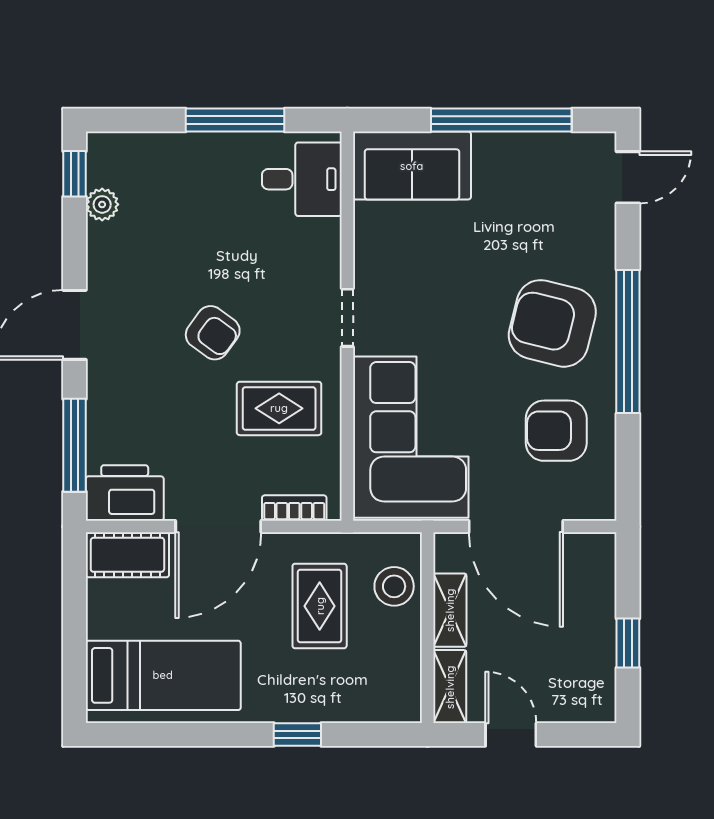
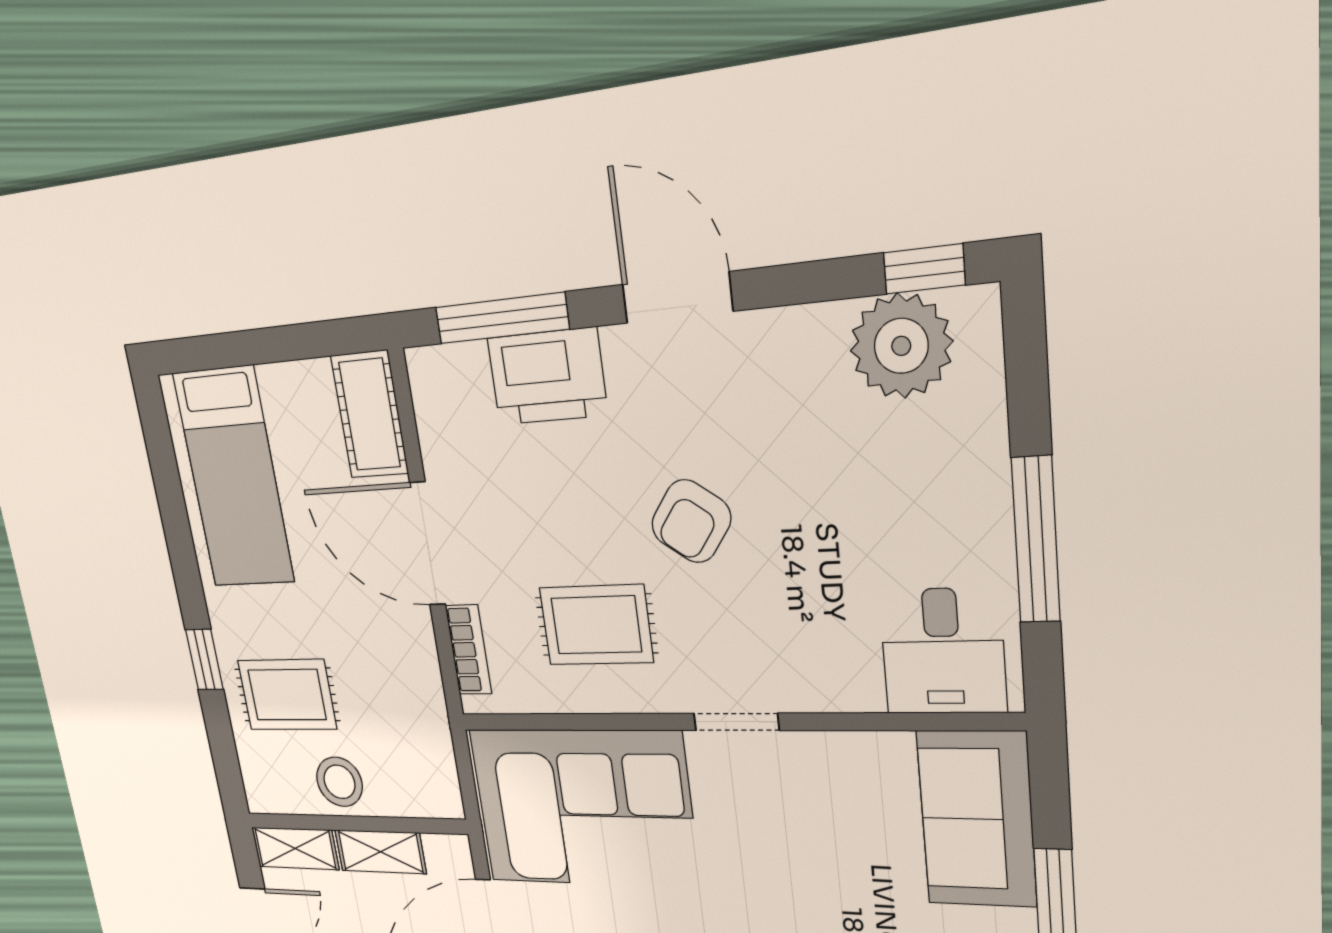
plant: (102, 204) -> (901, 346), width x1.88, depth x1.88
rug: (279, 408) -> (596, 625), turned 90
printer: (125, 493) -> (547, 377), moved, turned 90
stool: (394, 586) -> (339, 782), moved
rug: (320, 606) -> (287, 695), moved

